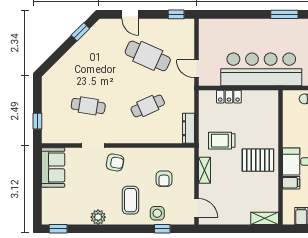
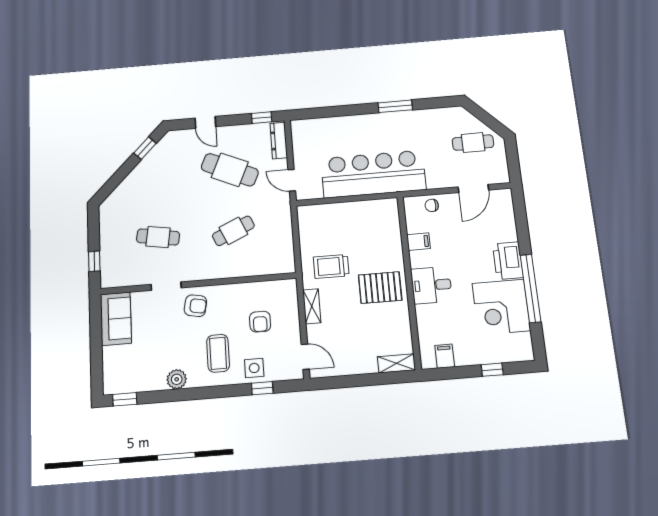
locker: (229, 97) -> (335, 211), removed
dresser: (188, 128) -> (279, 141), moved
filing cabinet: (291, 183) -> (419, 242), moved

